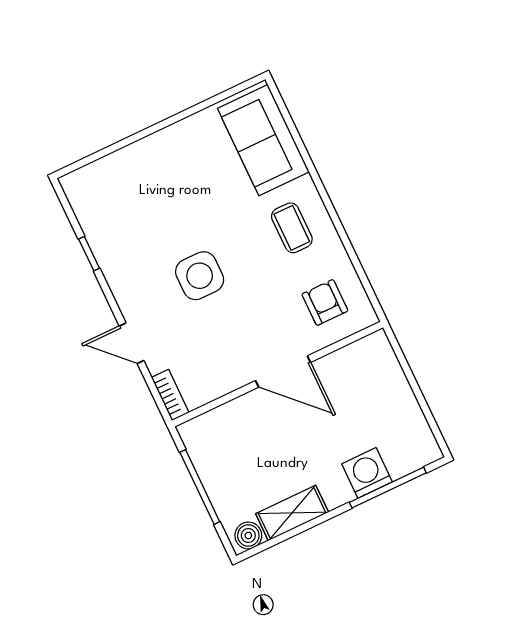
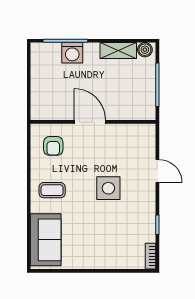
coffee table: (292, 228) -> (52, 190), turned 90
bookcase: (170, 395) -> (150, 256), moved

